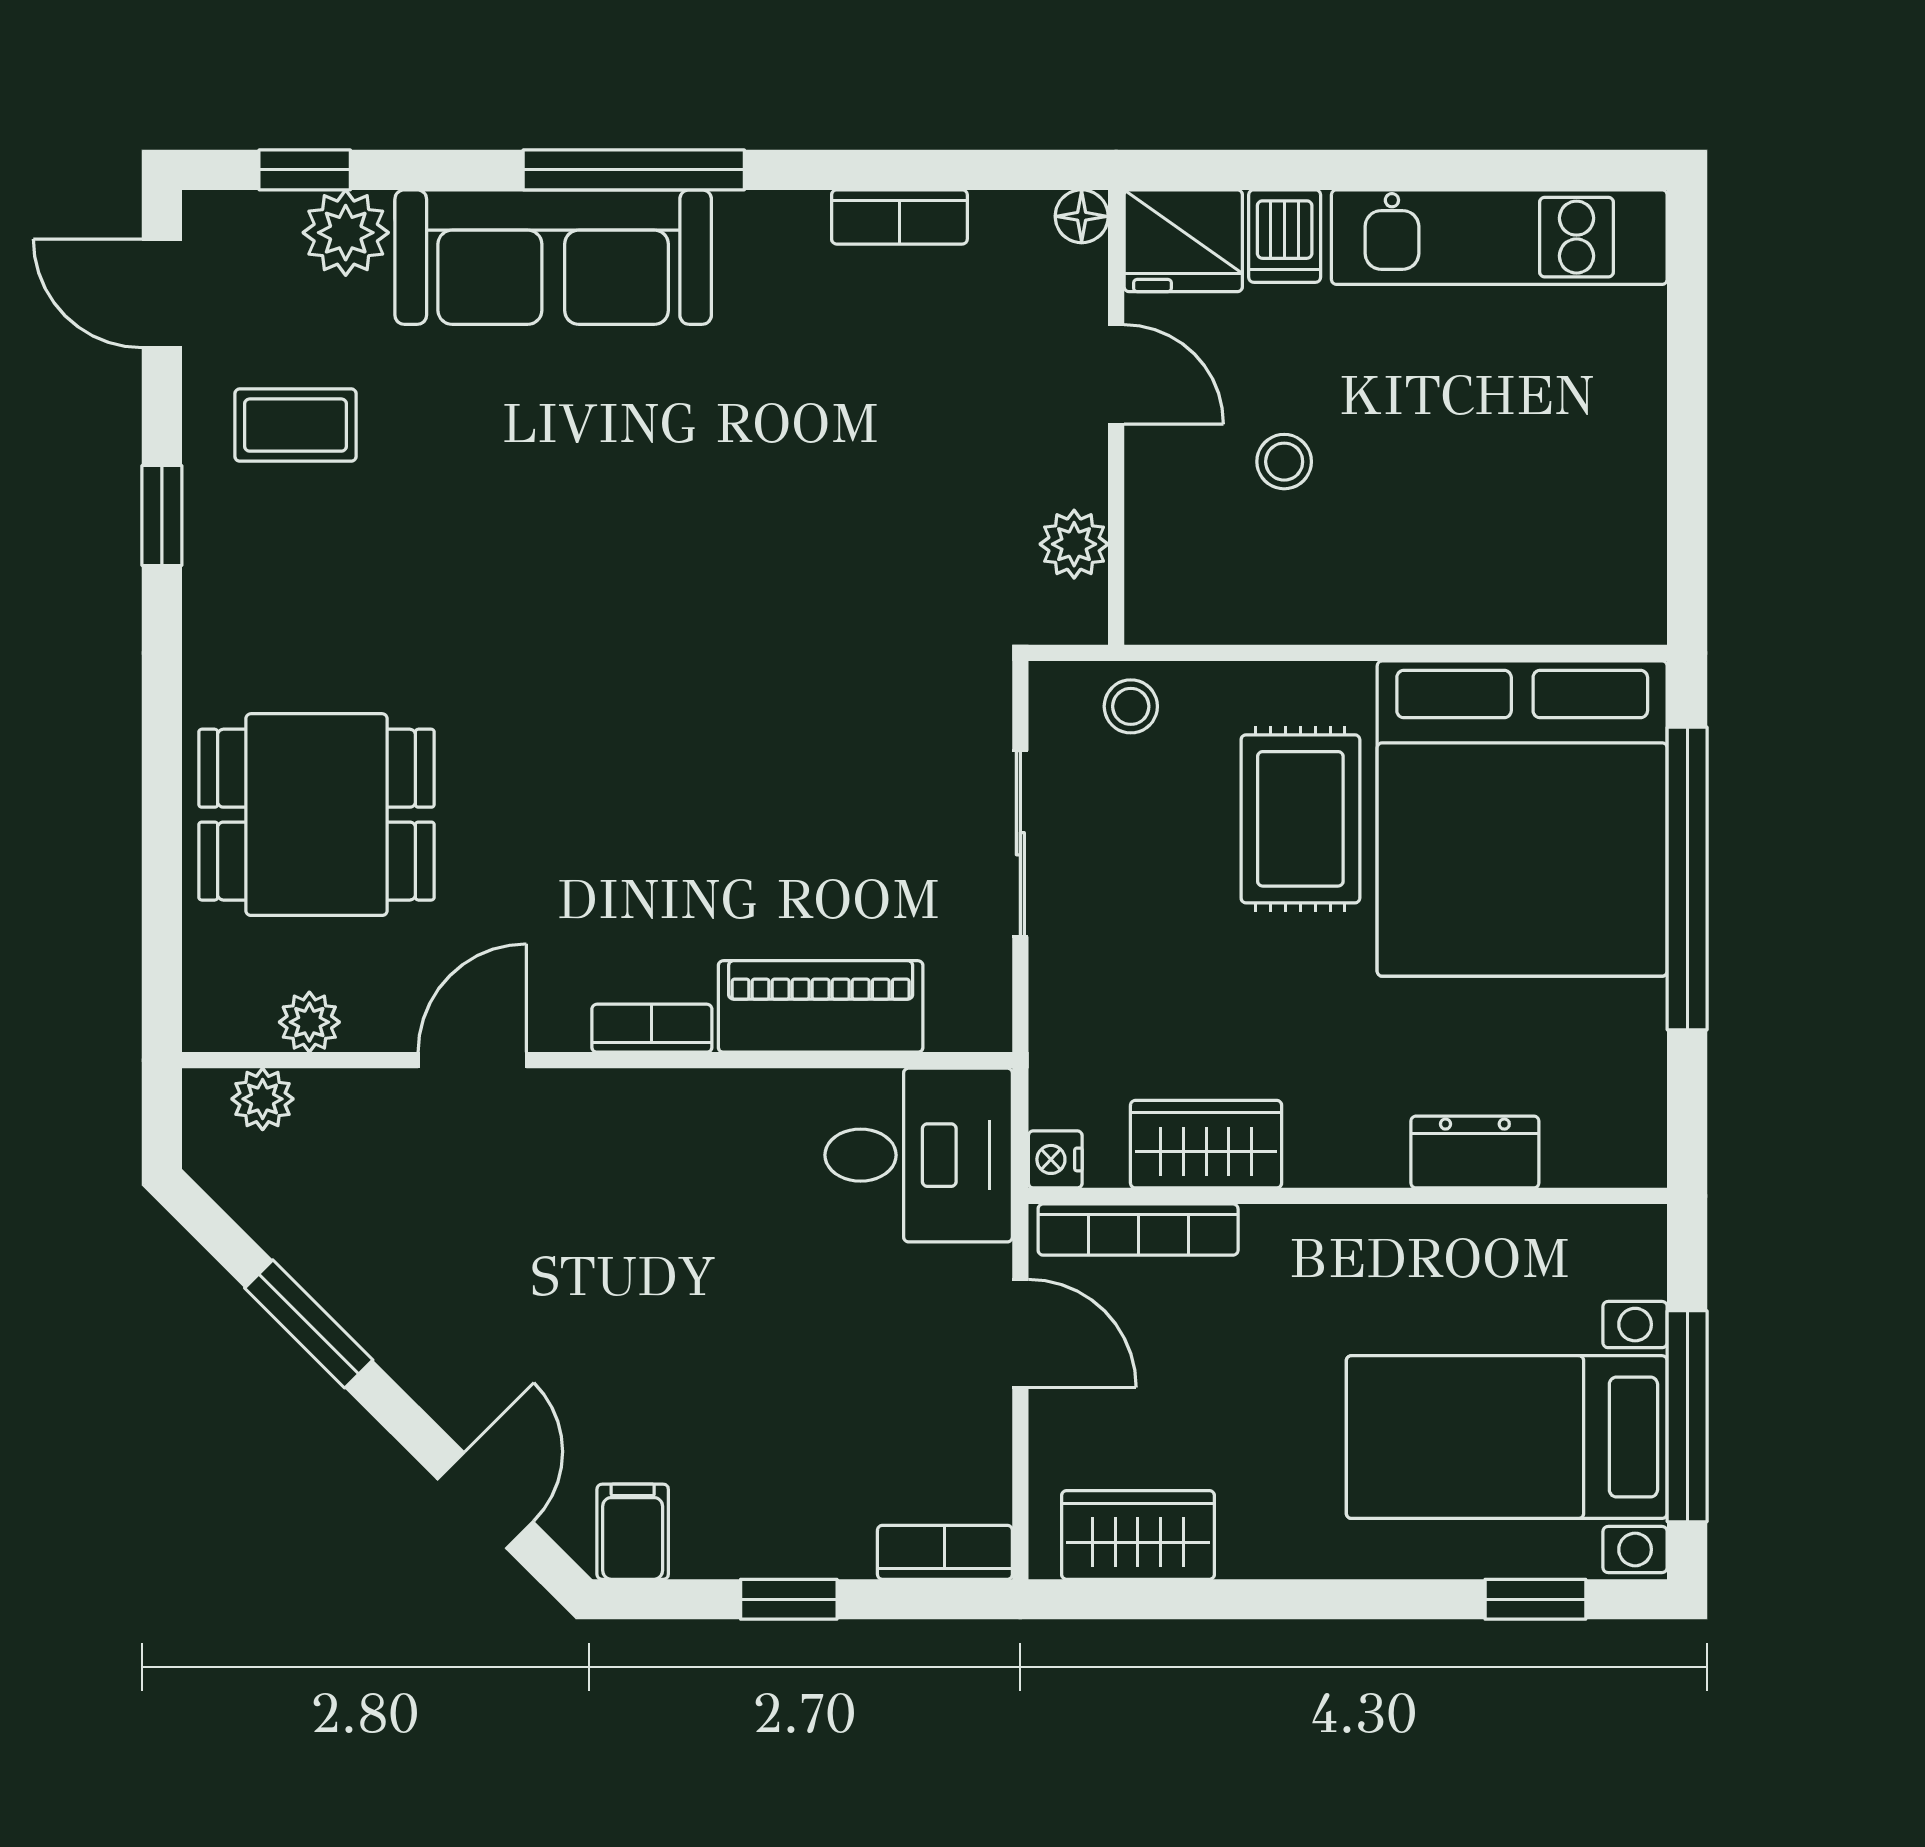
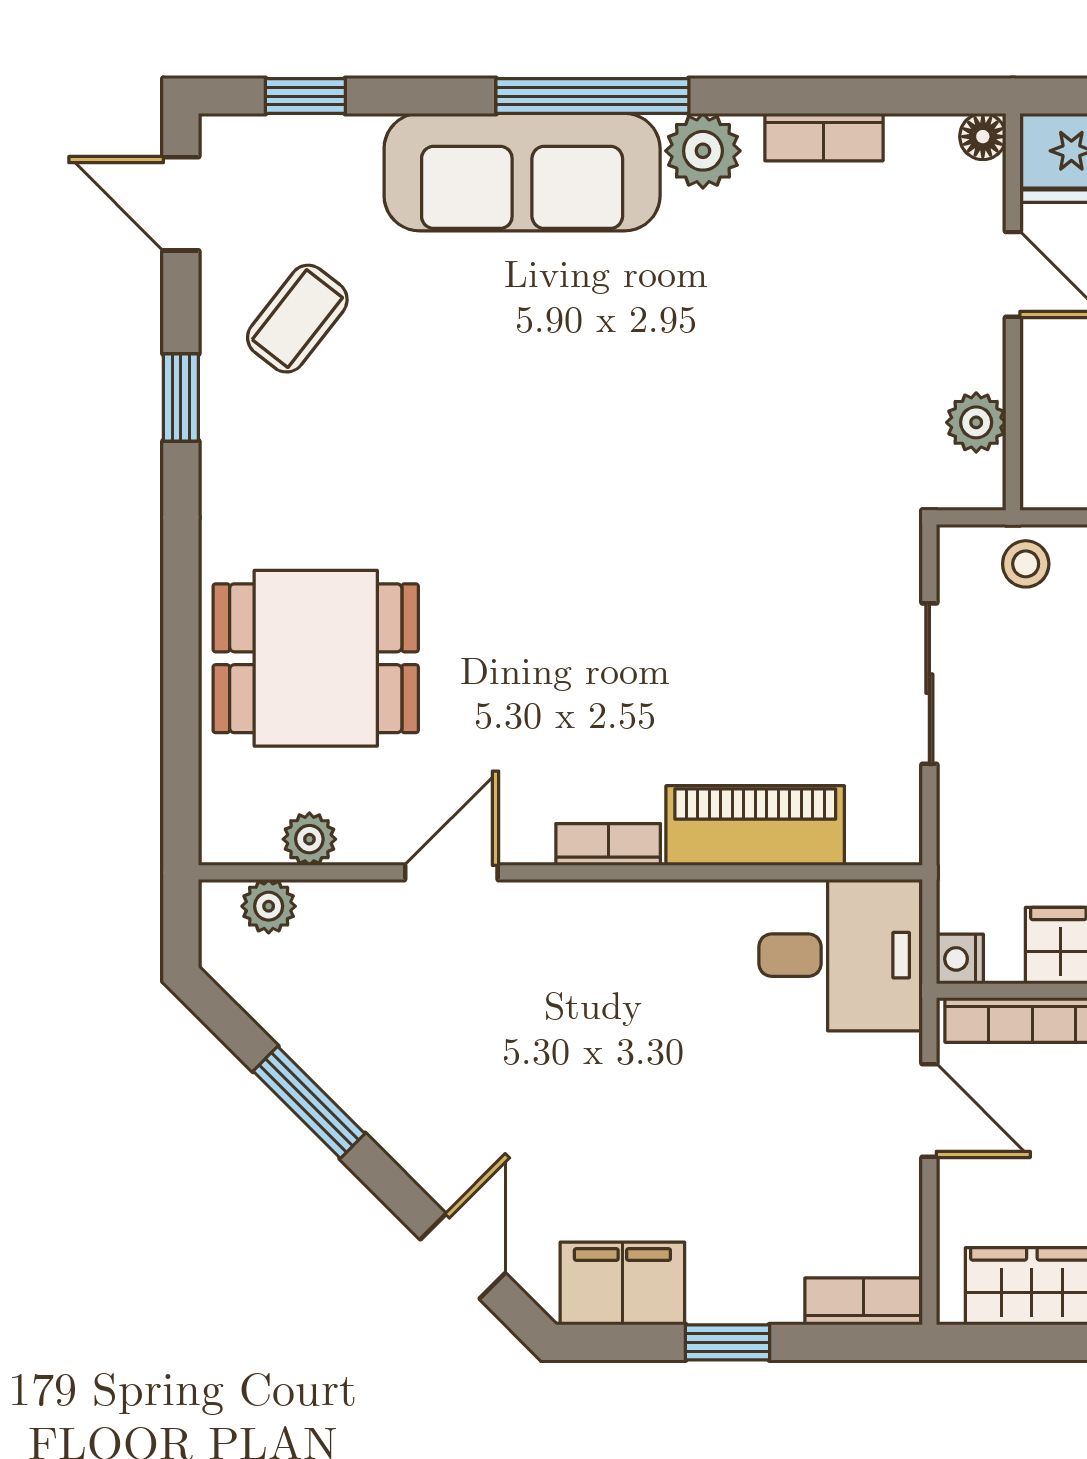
plant: (346, 233) -> (703, 151), moved
coffee table: (295, 425) -> (297, 319), turned -52
filing cabinet: (633, 1532) -> (622, 1284), width x2.00

